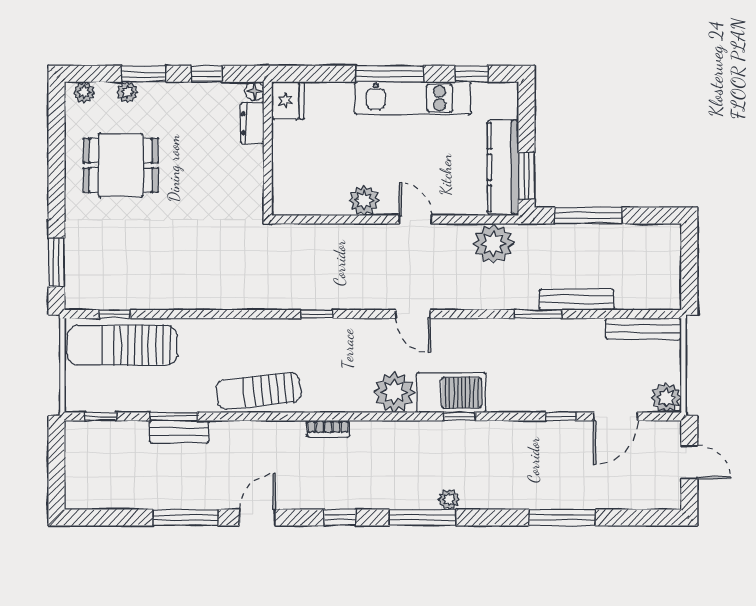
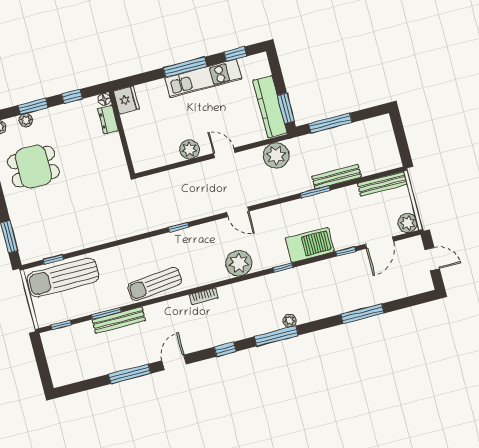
barbecue: (451, 393) -> (310, 245), moved
bench: (179, 432) -> (119, 320), width x1.36

